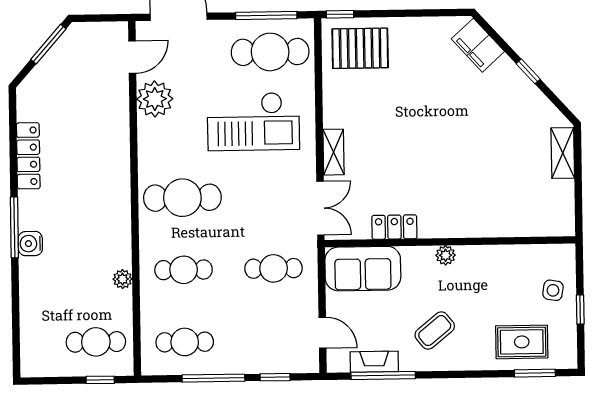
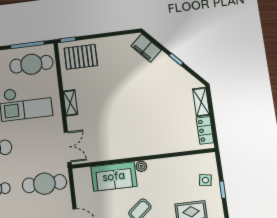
shelving: (333, 152) -> (70, 103), moved
locker: (394, 227) -> (205, 130), moved, turned -90
cafe table: (274, 268) -> (44, 184), width x1.37, depth x1.35
sofa: (363, 269) -> (114, 176), moved

